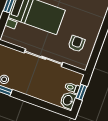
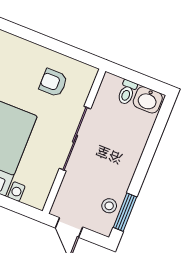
window: (81, 92) -> (135, 77), removed

